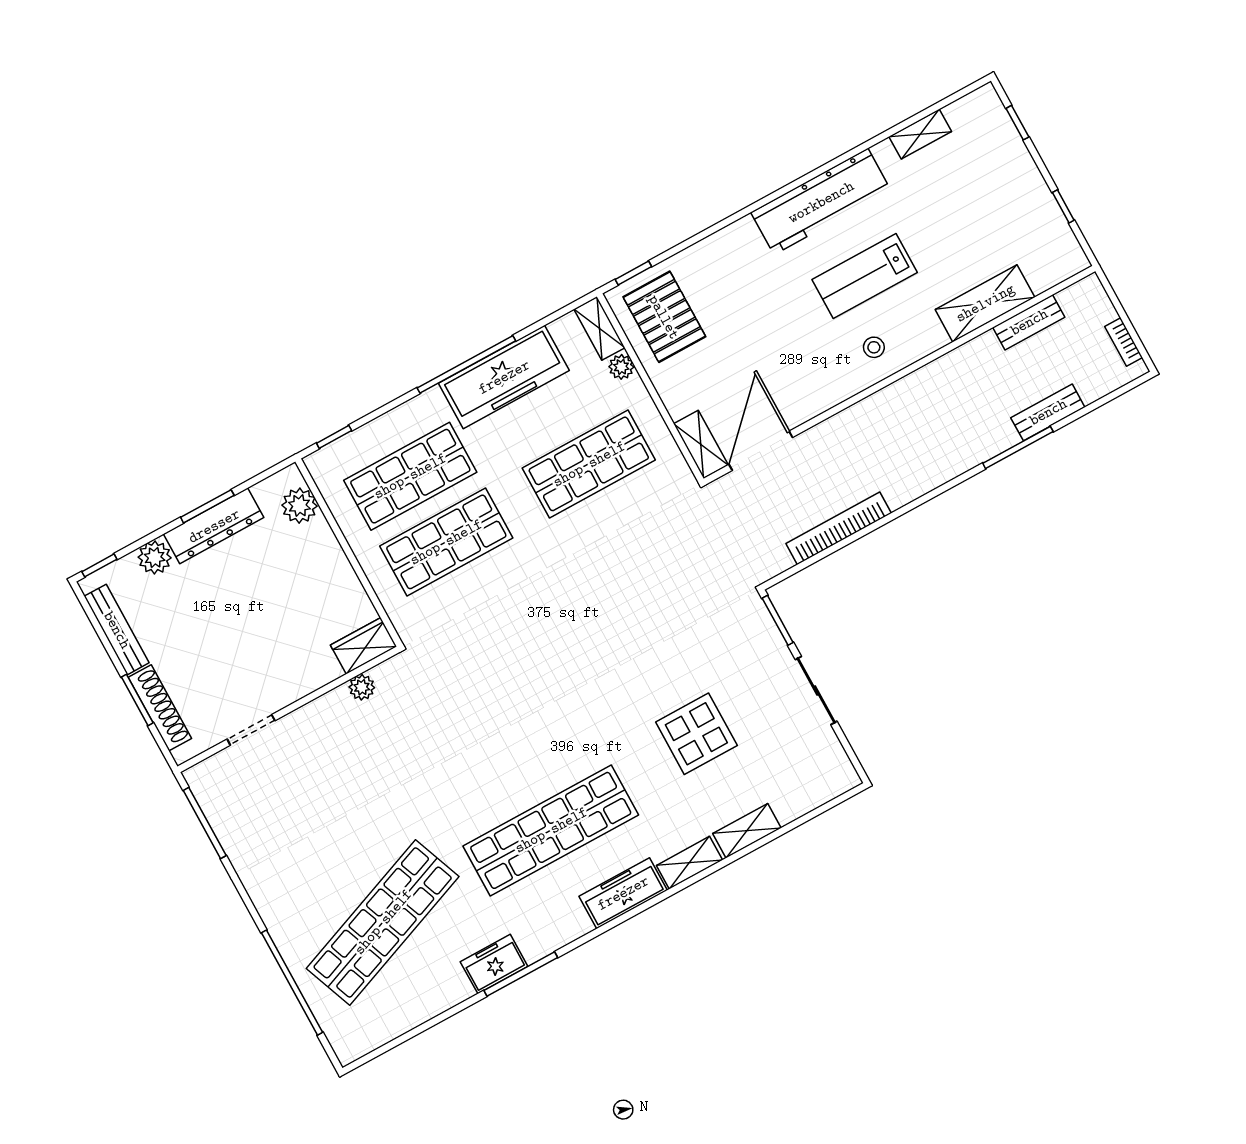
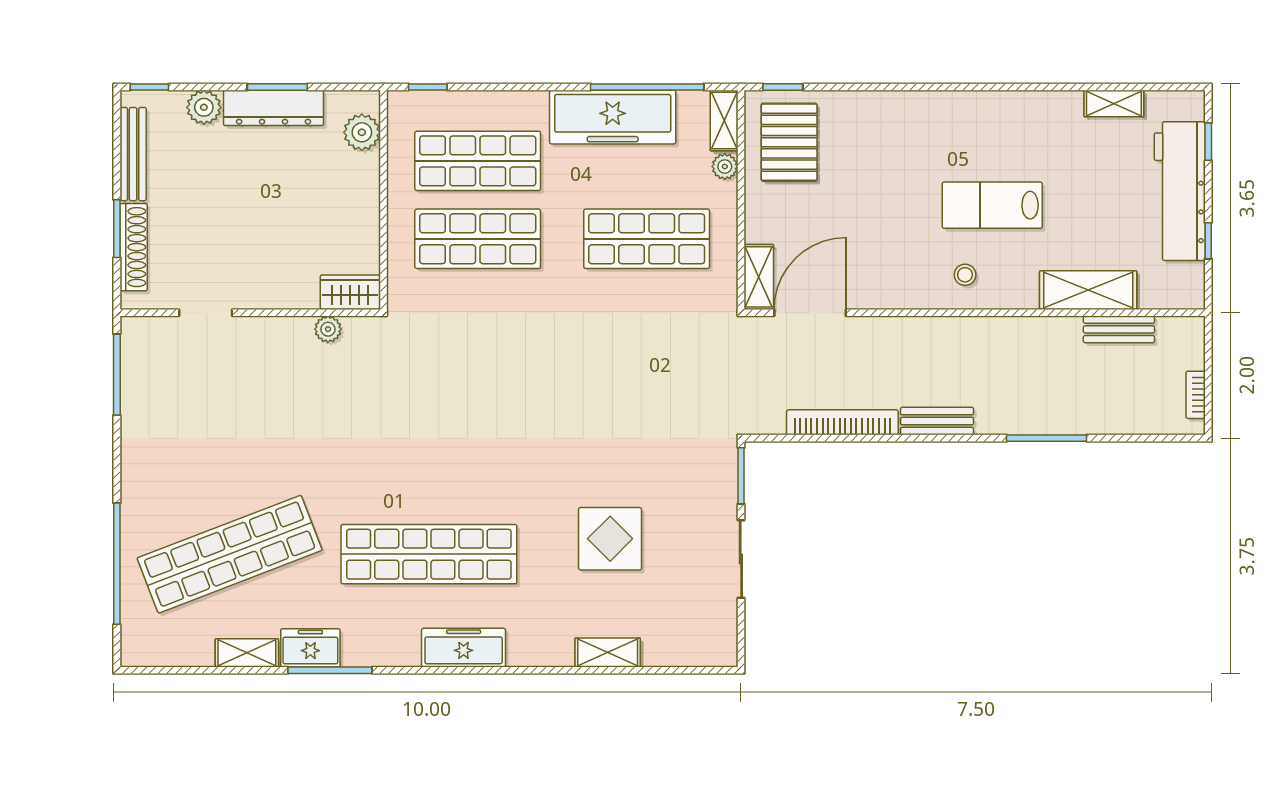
workbench: (821, 202) -> (1180, 191), moved, turned 90
window: (466, 364) -> (647, 87), moved
bench: (1048, 412) -> (937, 421), moved
shelving: (689, 863) -> (247, 653), moved

